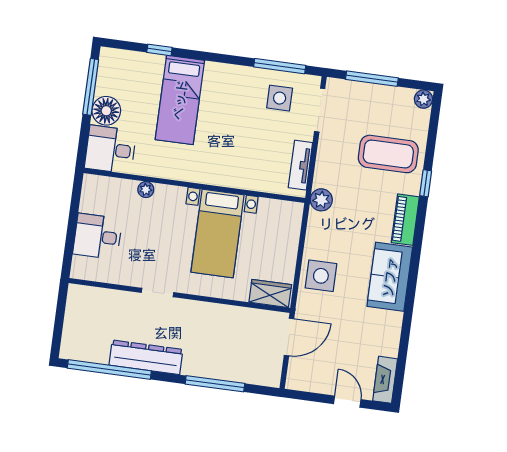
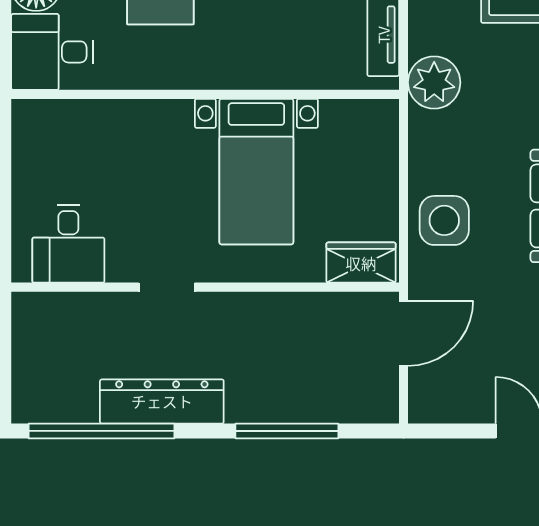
plant: (146, 190) -> (122, 113), removed
plant: (321, 200) -> (434, 82), width x1.36, depth x1.36
desk: (97, 236) -> (68, 244), moved, turned -90

